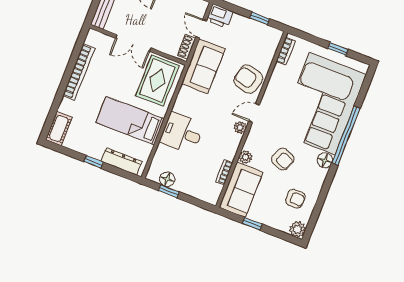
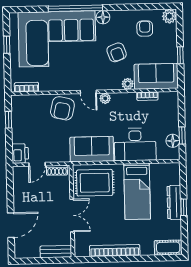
sofa: (203, 66) -> (92, 149), moved
desk: (182, 133) -> (135, 144), width x1.37
armchair: (283, 159) -> (117, 52), turned 138
dresser: (122, 161) -> (174, 202), moved

